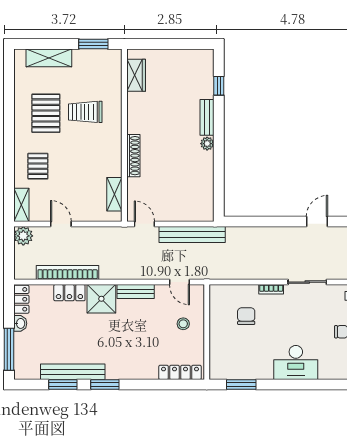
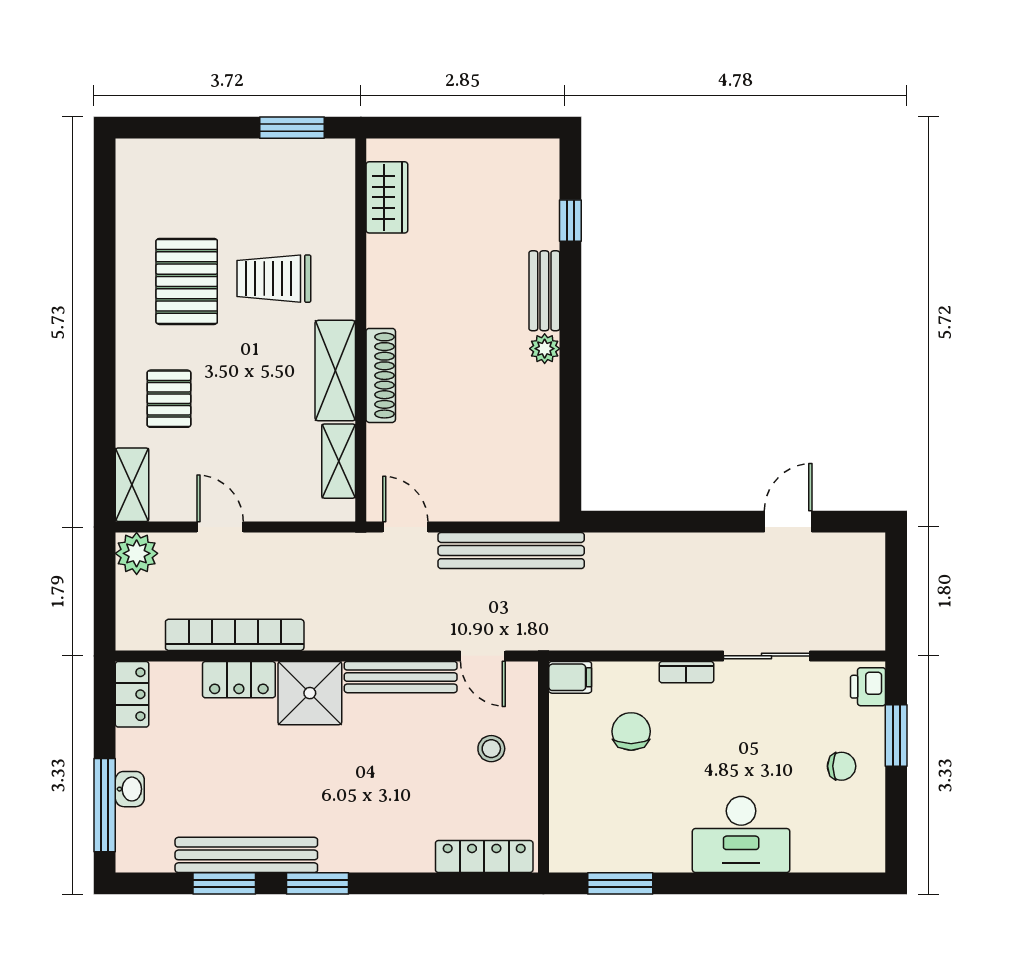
shelving: (49, 58) -> (335, 371), moved, turned 90
bench: (136, 292) -> (401, 677), width x1.36
filing cabinet: (219, 292) -> (570, 677), added
washbasin: (20, 323) -> (130, 789), moved

